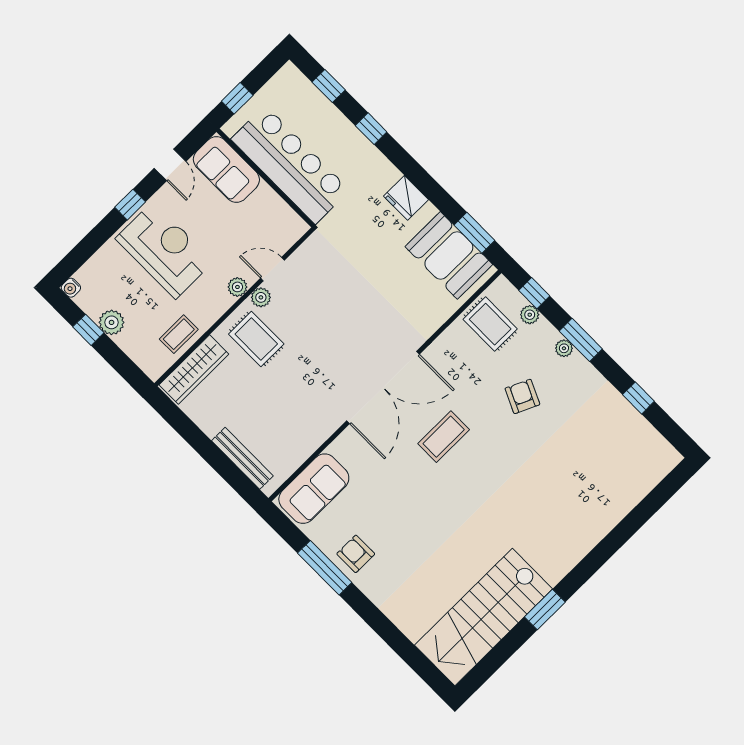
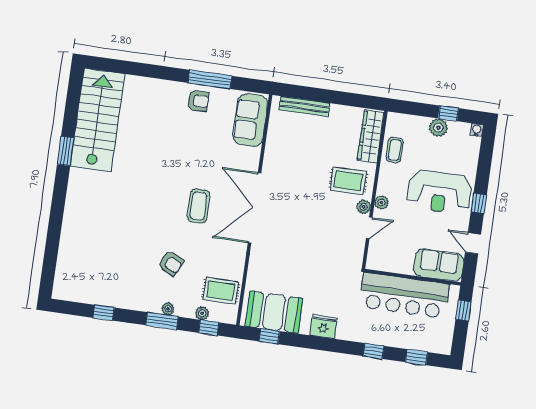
window: (474, 233) -> (269, 336), width x0.67

